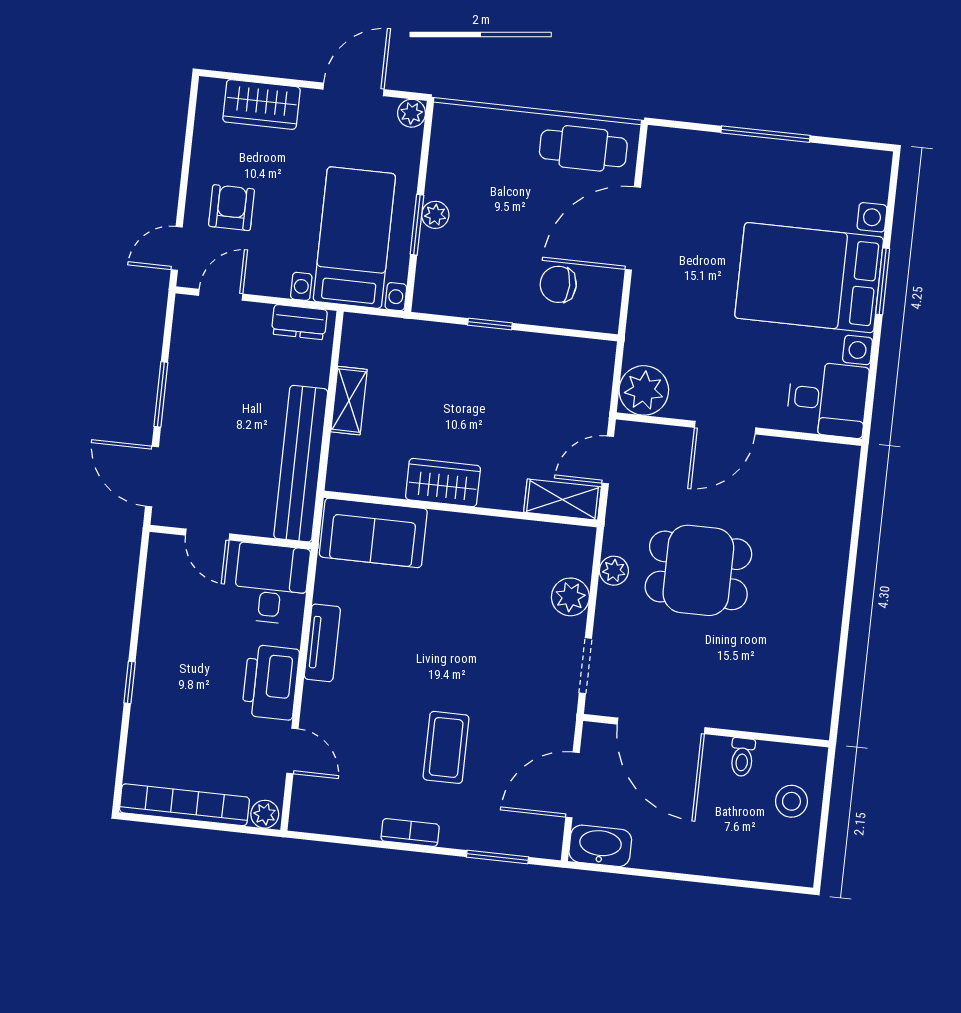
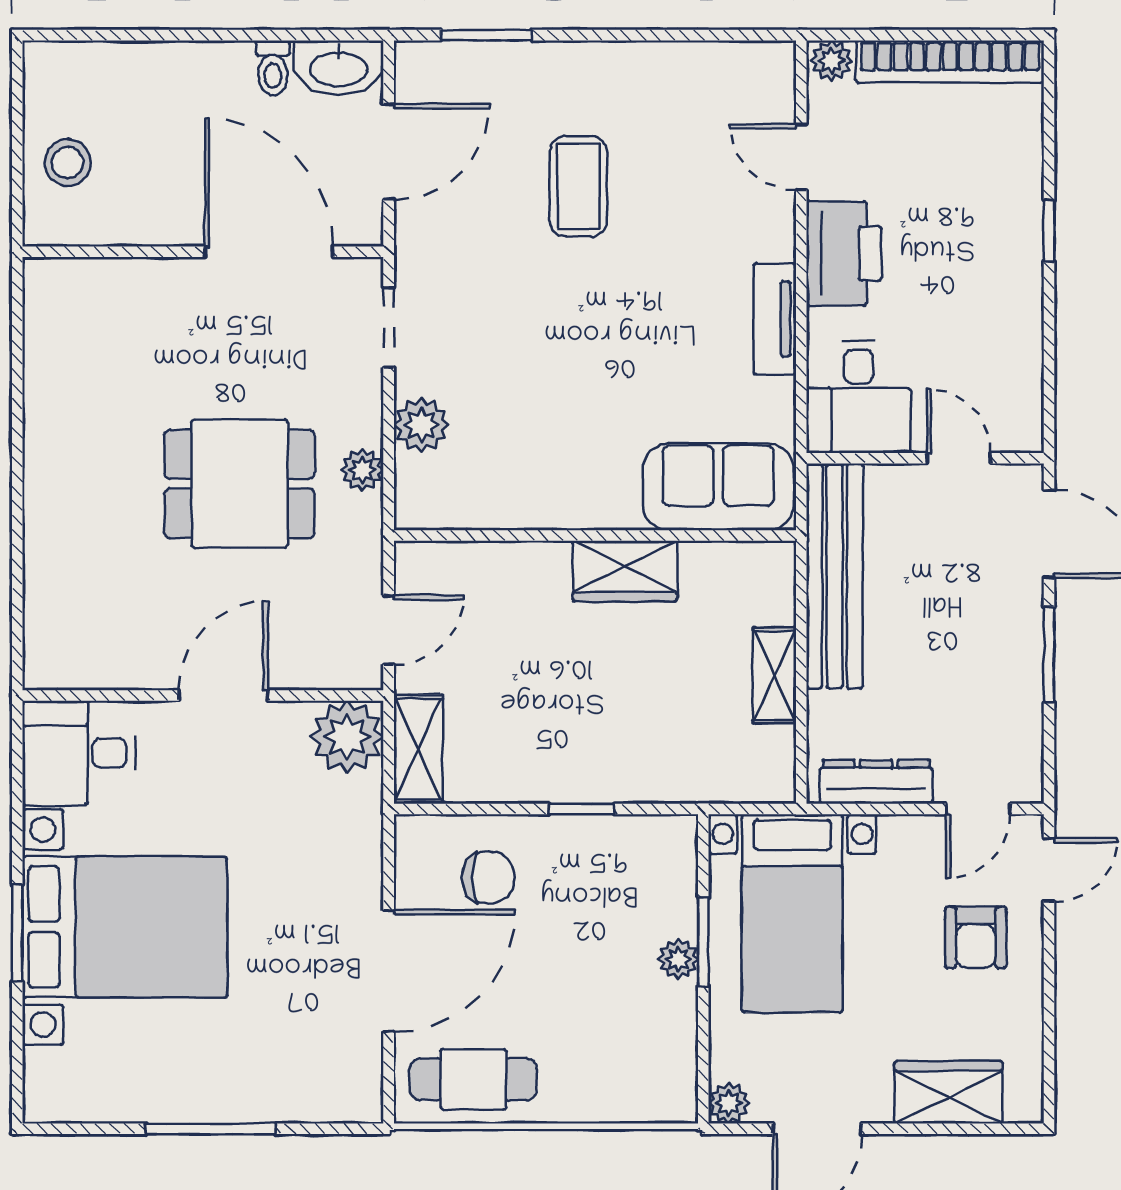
dresser: (299, 322) -> (876, 782), width x1.44
shelving: (562, 500) -> (418, 749), moved, turned 90
toilet: (742, 757) -> (273, 68), moved, turned 180
bookcase: (410, 832) -> (617, 57), removed

